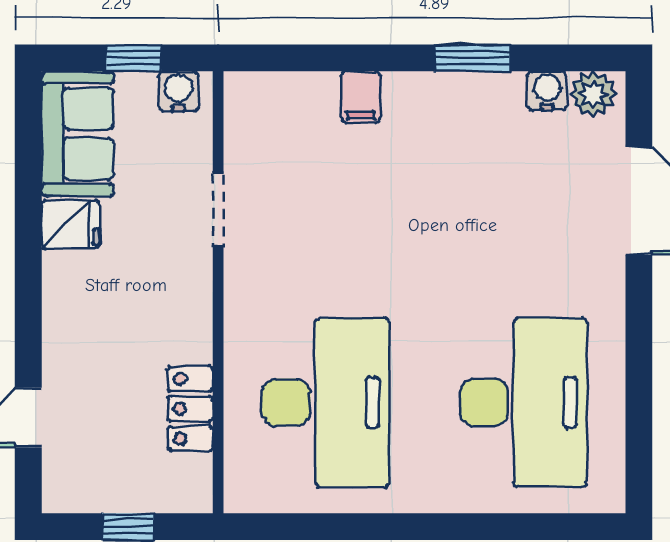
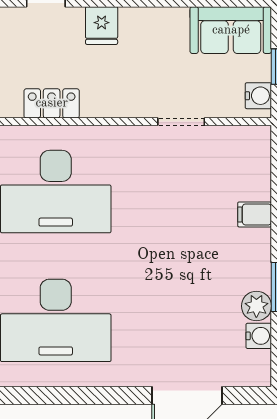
plant: (593, 94) -> (256, 306), moved
fridge: (71, 224) -> (102, 26), moved

